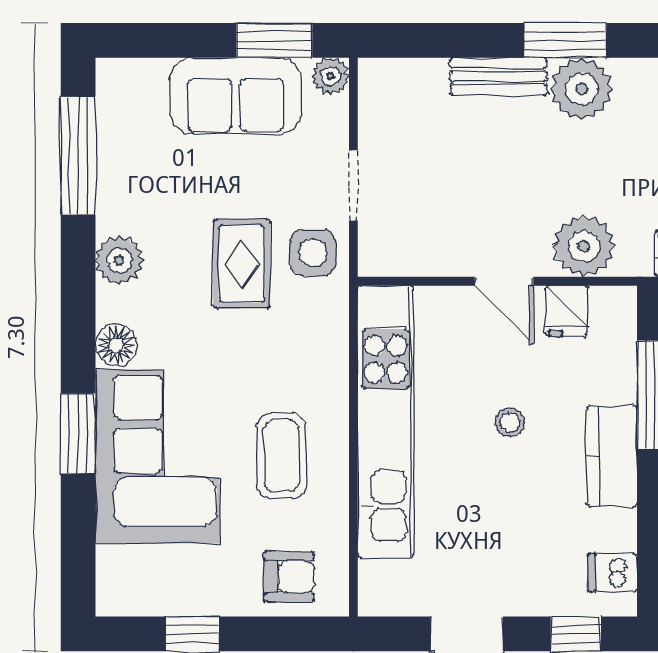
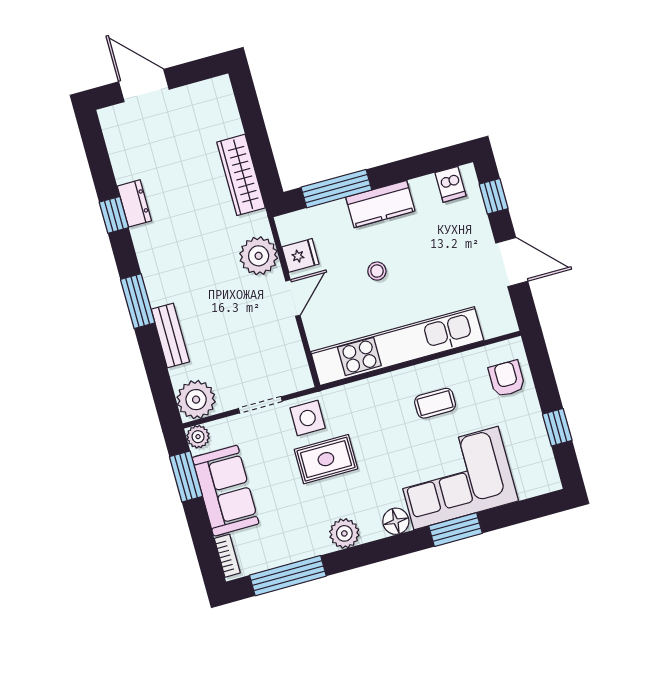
bookcase: (135, 70) -> (227, 556), added
plant: (582, 89) -> (196, 400), moved
coffee table: (282, 456) -> (435, 403), width x0.73, depth x0.77

